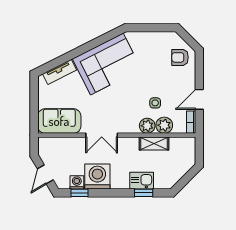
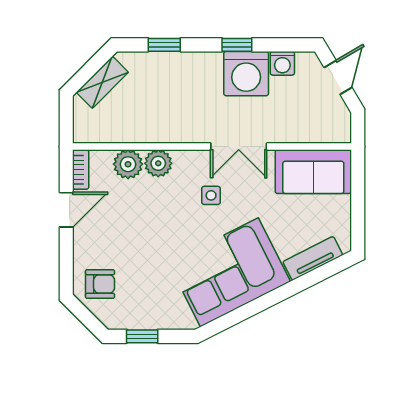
window: (156, 28) -> (142, 336), added
side table: (155, 103) -> (211, 195), moved
double door: (102, 135) -> (239, 147), swing flipped
shelving: (154, 144) -> (102, 82), moved, turned -45
kitchen sink: (142, 181) -> (168, 66), removed
window: (79, 193) -> (237, 45), moved

